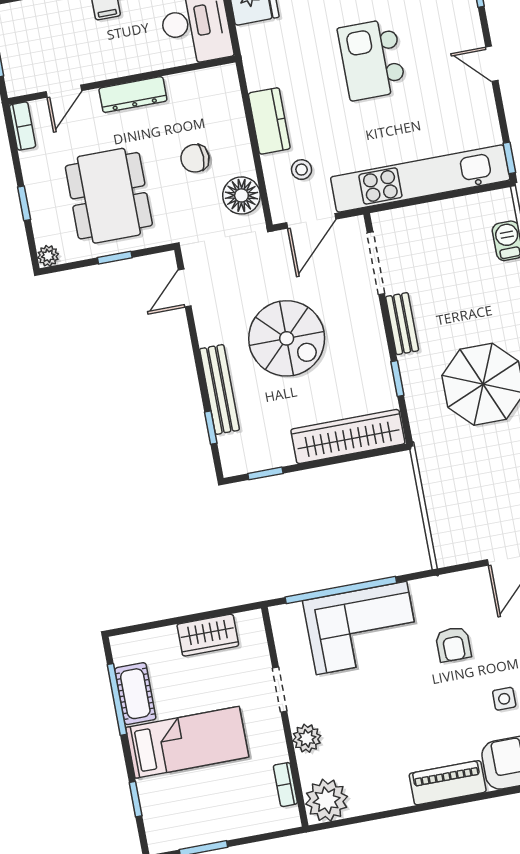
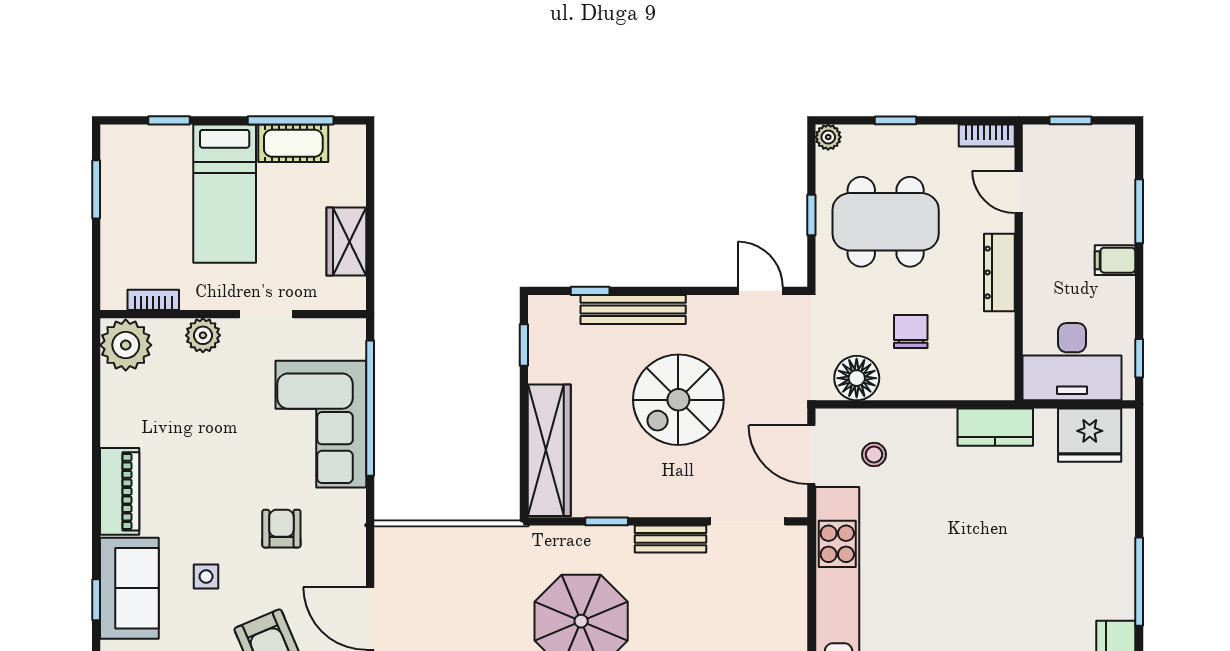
kitchen island: (372, 60) -> (988, 561), removed
kitchen counter: (269, 121) -> (995, 427), moved
armchair: (453, 644) -> (281, 529), turned 90

